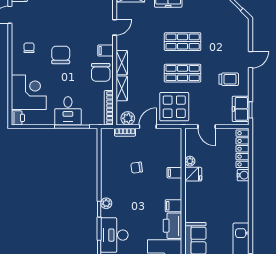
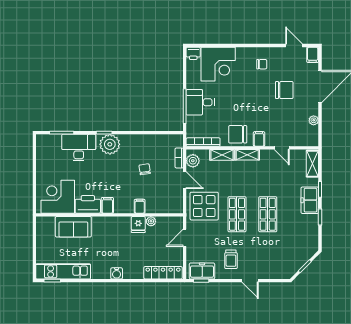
chair: (61, 55) -> (284, 90), moved
water cooler: (243, 175) -> (117, 273), moved
plant: (106, 203) -> (110, 144), width x1.87, depth x1.87

